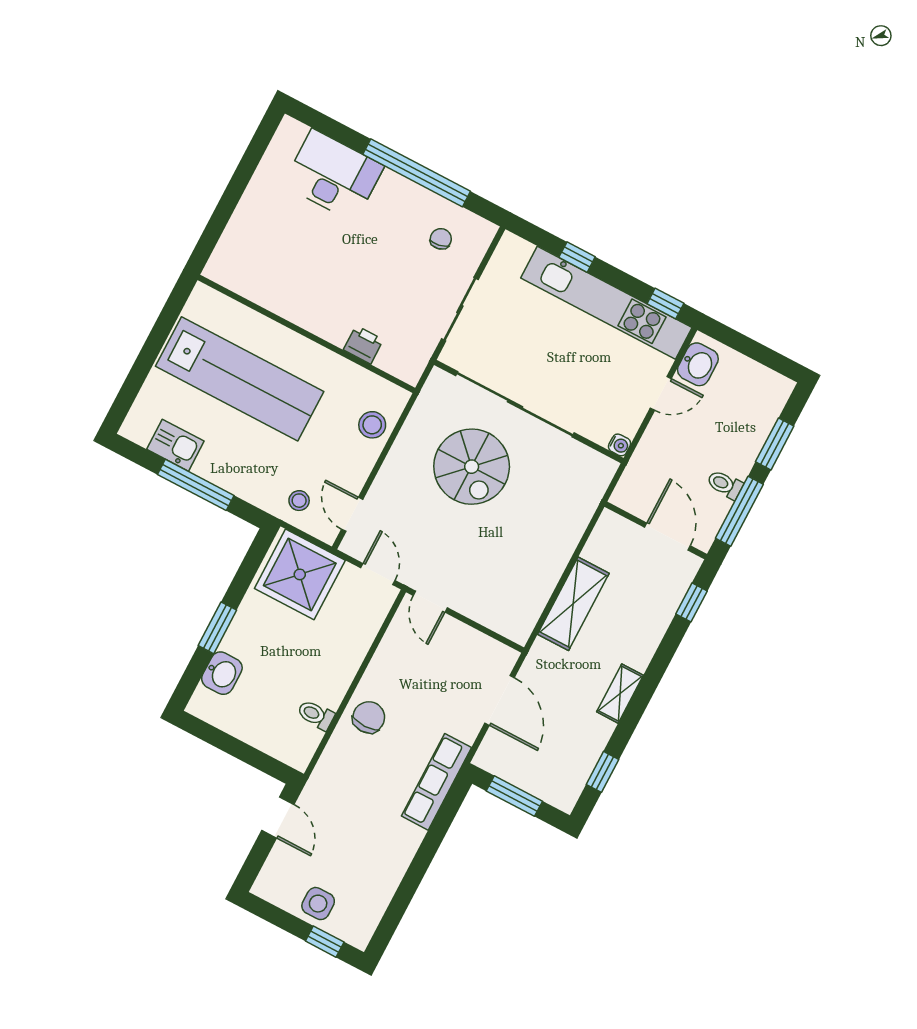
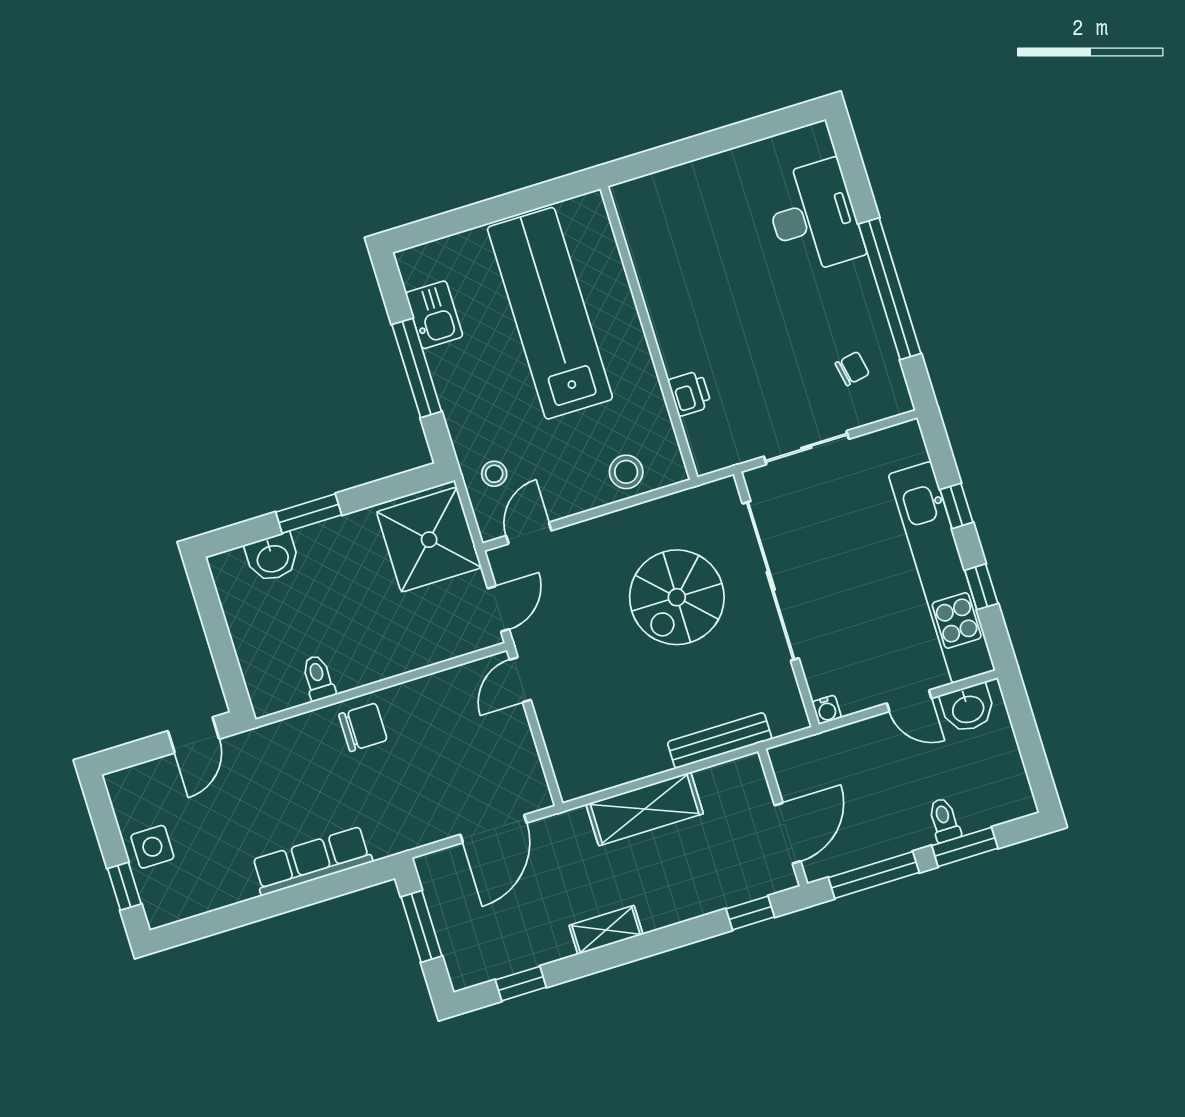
window: (665, 303) -> (981, 587), moved
lab bench: (240, 379) -> (550, 313), turned 180
toilet: (725, 484) -> (944, 820), moved
bench: (577, 523) -> (720, 740), added
row of seats: (436, 782) -> (312, 861), moved

